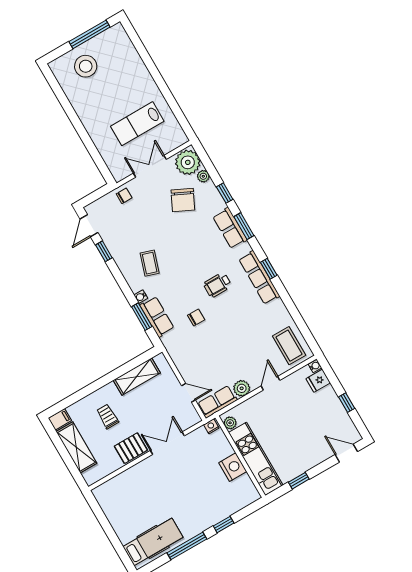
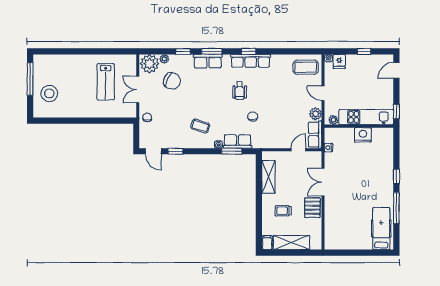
plant: (230, 423) -> (333, 120), moved
wall: (240, 457) -> (359, 126), moved
kitchen unit: (256, 459) -> (366, 117), moved
nightstand: (233, 467) -> (363, 135), moved

